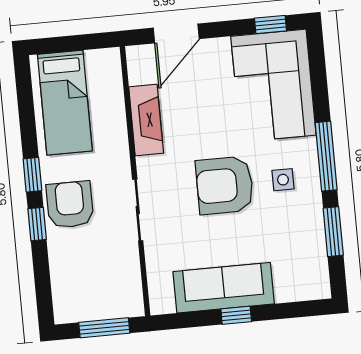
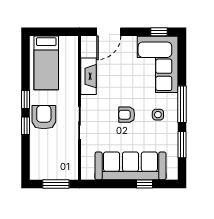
armchair: (225, 185) -> (127, 115), width x0.53, depth x0.53
sofa: (224, 288) -> (130, 166), width x1.36, depth x1.27
window: (236, 315) -> (145, 184), moved

